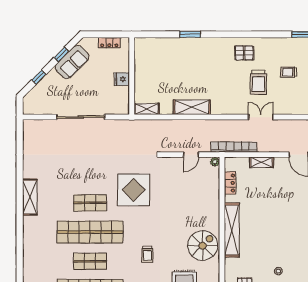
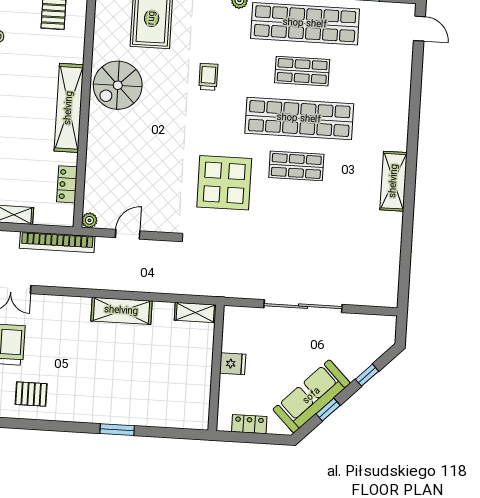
sofa: (72, 62) -> (312, 396), width x1.36

